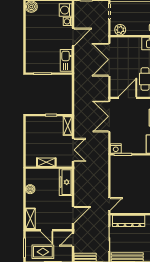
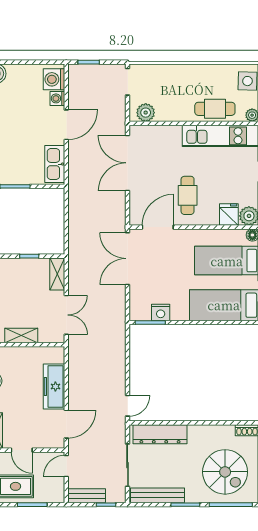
nightstand: (116, 149) -> (161, 312), moved
freezer: (66, 182) -> (54, 386), moved

